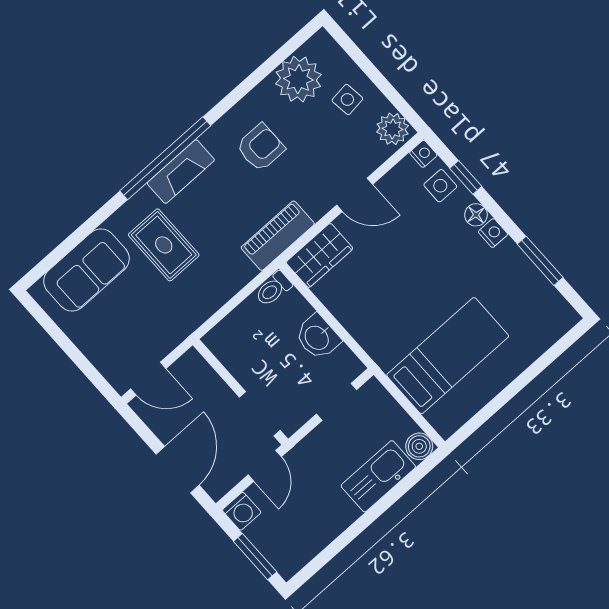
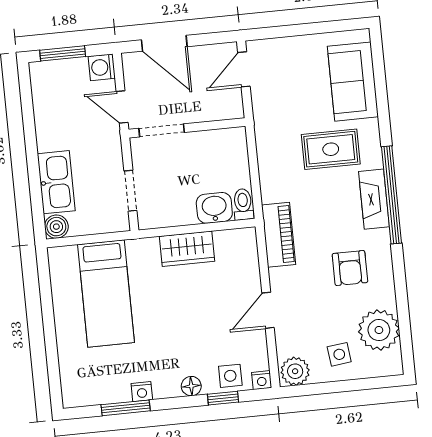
nightstand: (493, 233) -> (142, 392), moved
wardrobe: (320, 255) -> (187, 249), moved, turned -90
washbasin: (317, 337) -> (214, 208), moved

